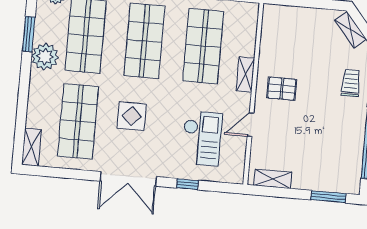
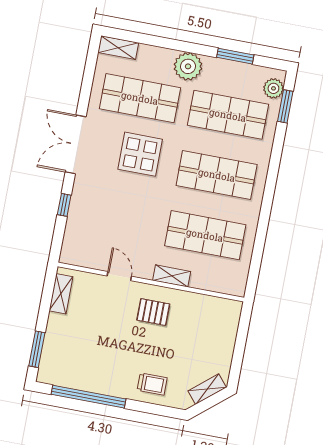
plant: (45, 57) -> (188, 66), moved
pallet: (282, 89) -> (153, 312), turned 90
display table: (132, 116) -> (140, 154), width x1.36, depth x1.36
checkout: (202, 138) -> (110, 224), removed

